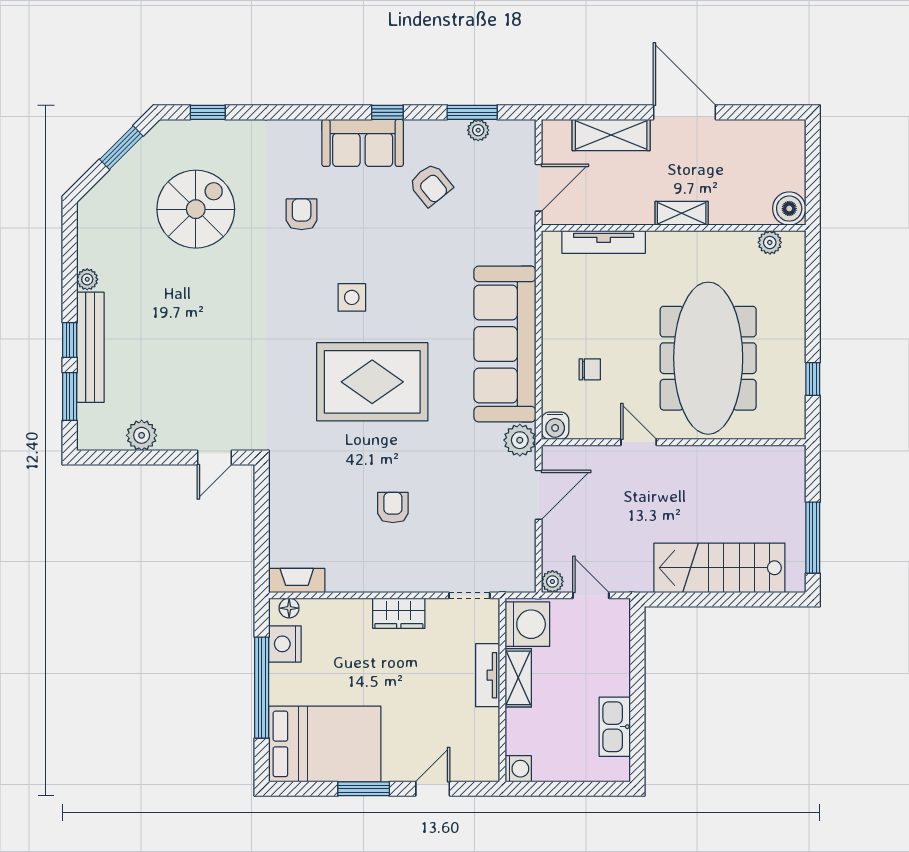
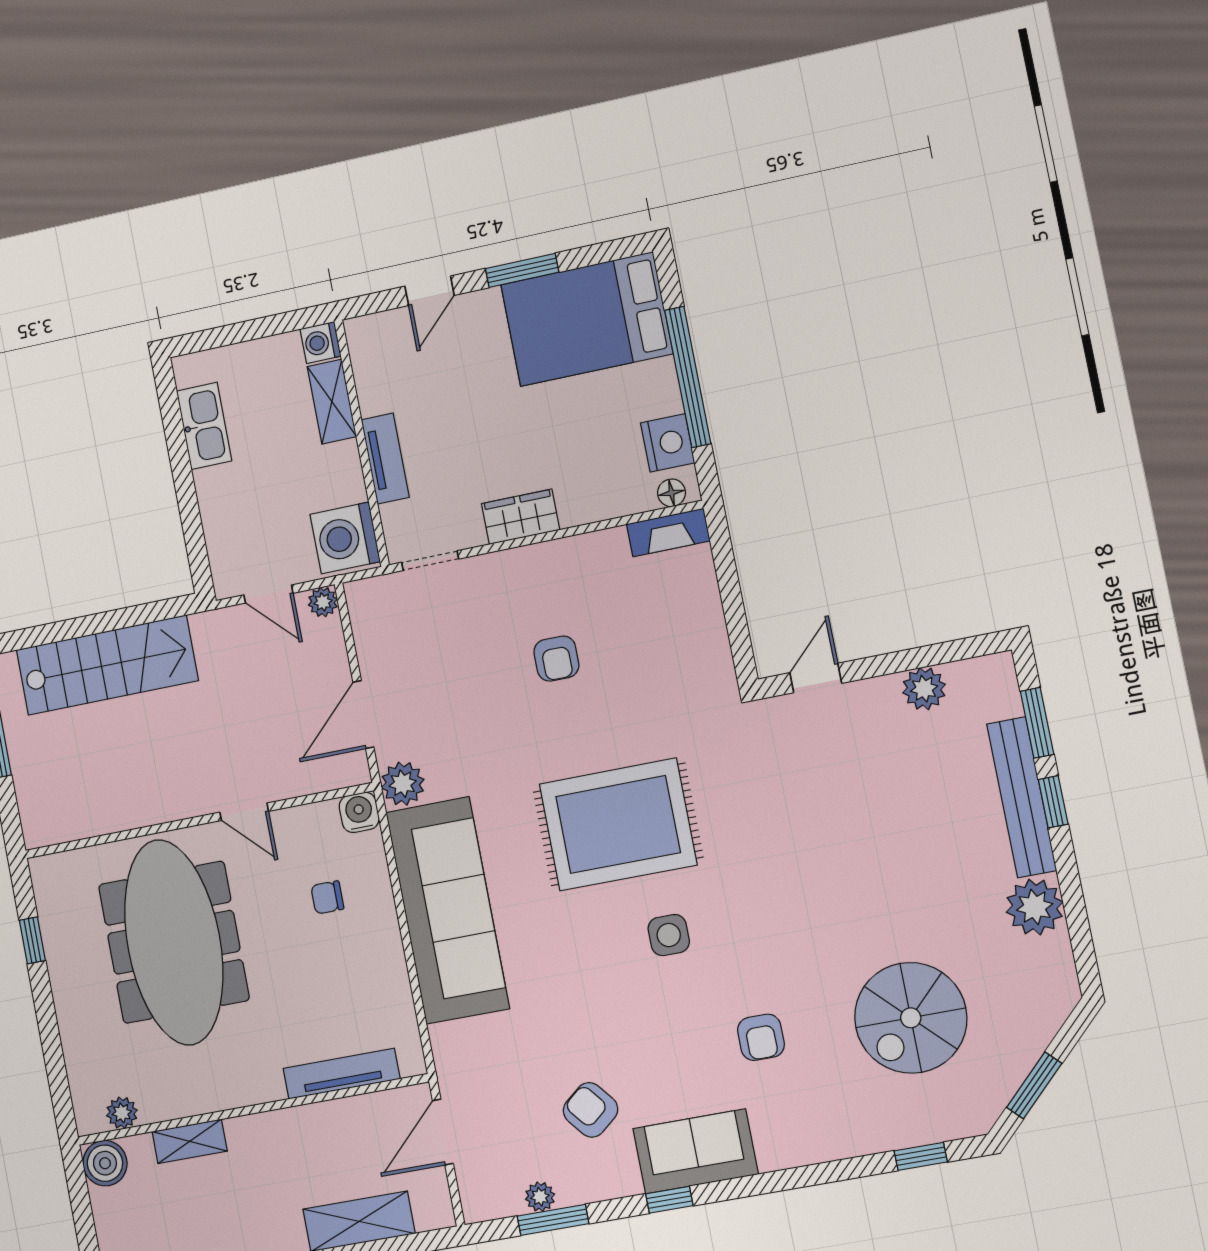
shelving: (682, 213) -> (190, 1141), moved
plant: (87, 279) -> (1035, 907), width x1.87, depth x1.87
shelving: (518, 678) -> (332, 402), moved

